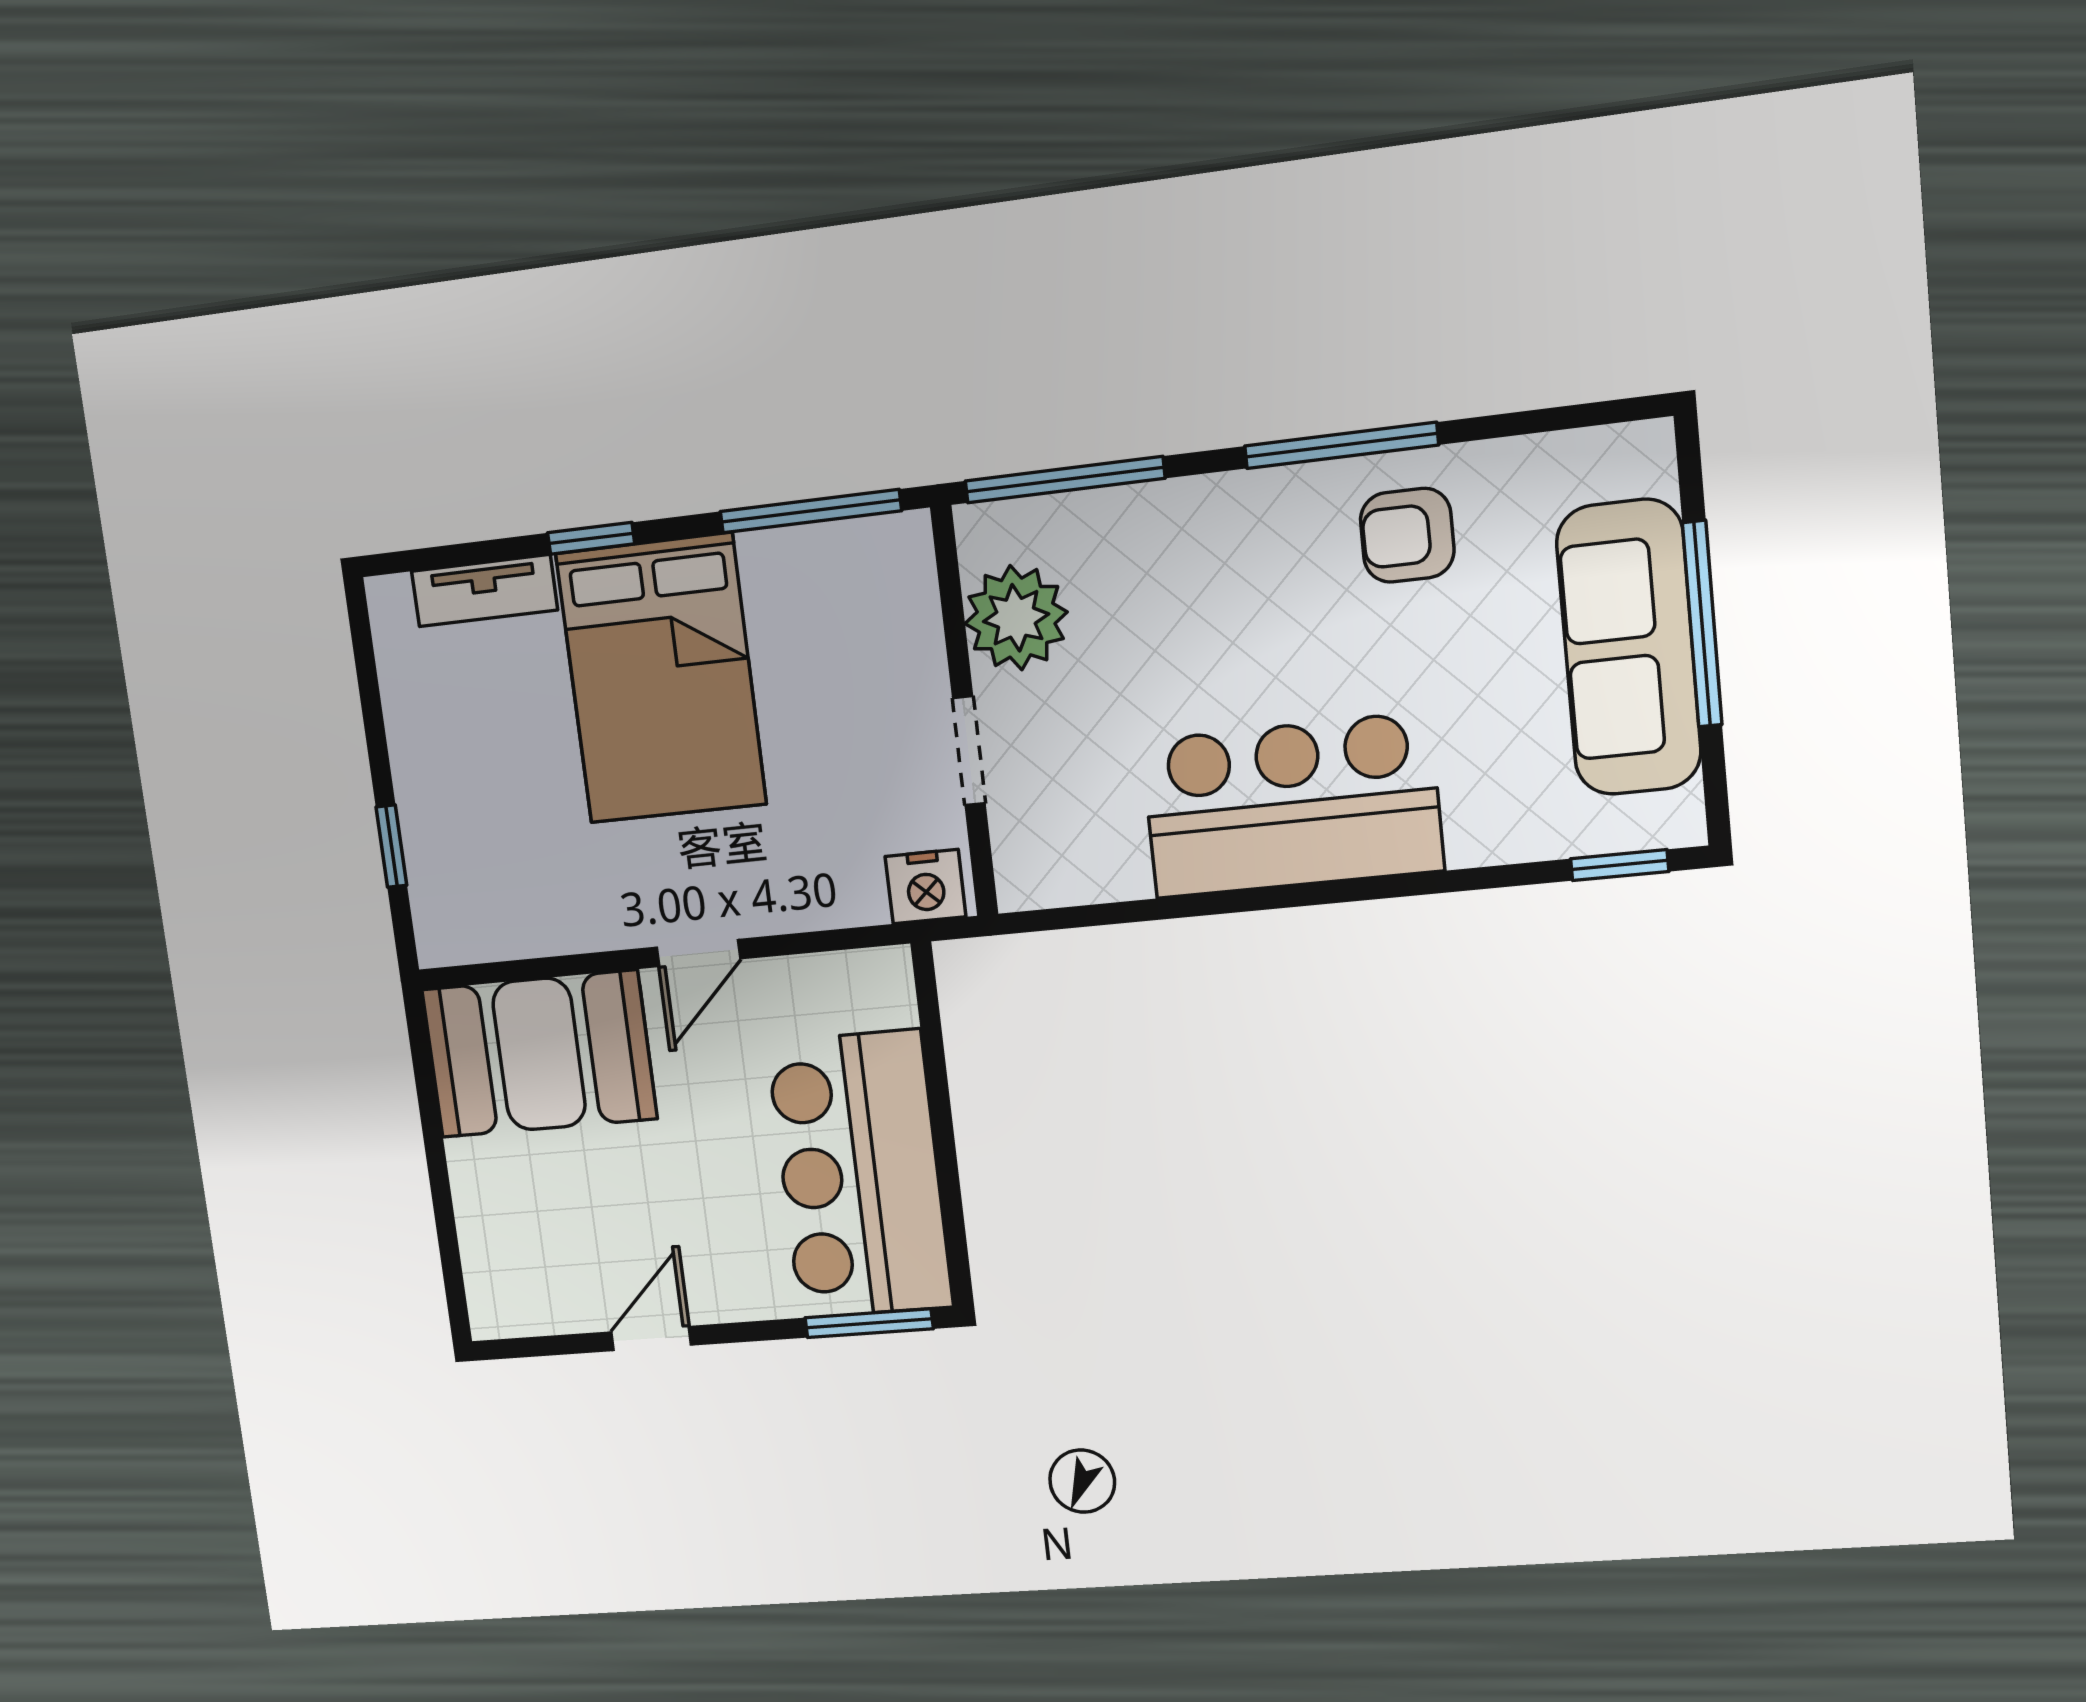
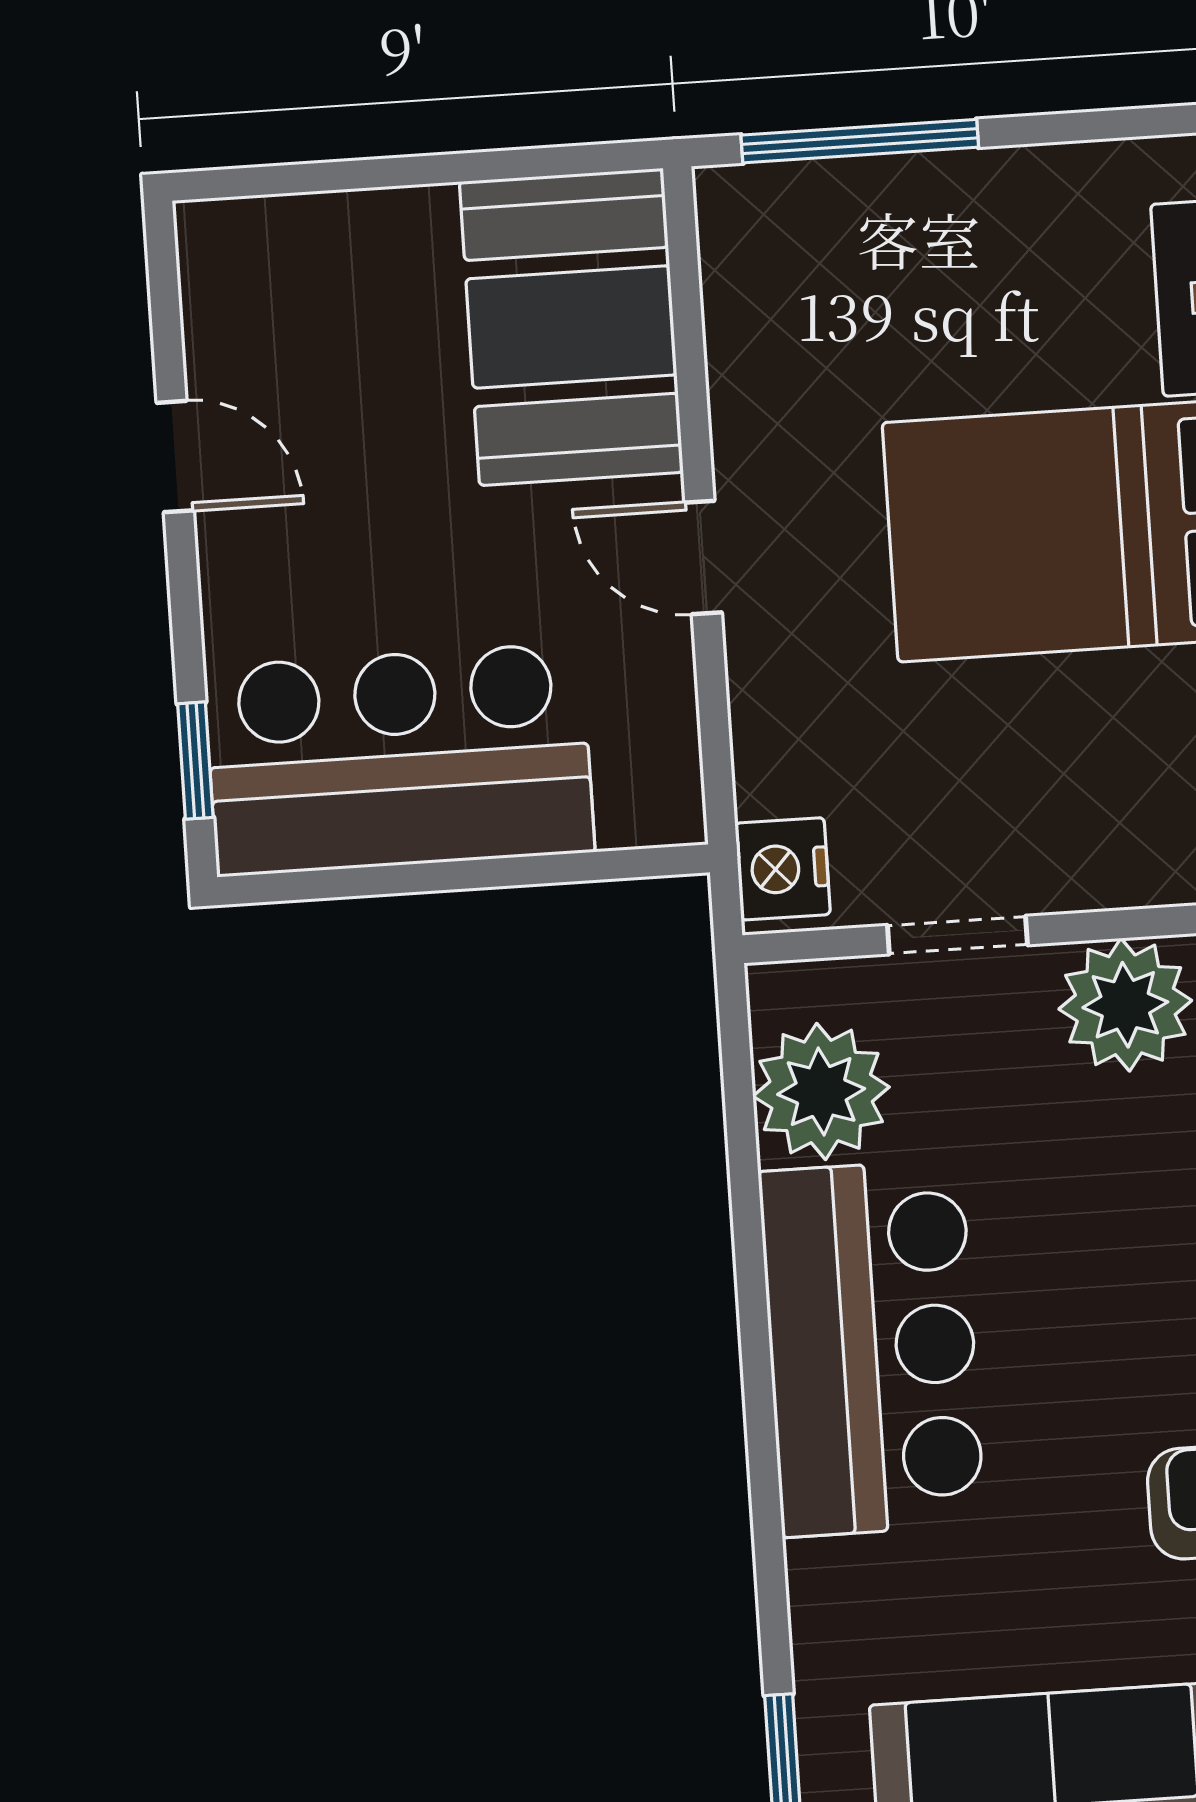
window: (391, 846) -> (860, 141), width x2.17
plant: (1093, 852) -> (821, 1091), added
window: (869, 1323) -> (195, 761), width x0.67

